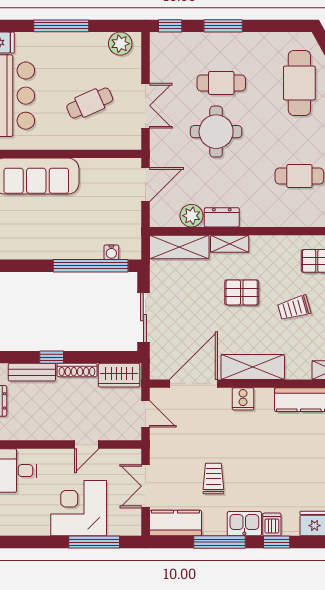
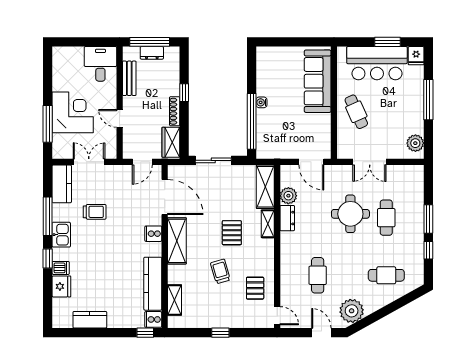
window: (170, 26) -> (428, 250), moved
cafe table: (299, 83) -> (386, 275), width x0.73, depth x0.74
cafe table: (90, 103) -> (356, 112), moved
water cooler: (111, 252) -> (261, 102), moved
bench: (32, 372) -> (129, 78), moved
dishwasher: (272, 524) -> (61, 268), moved

